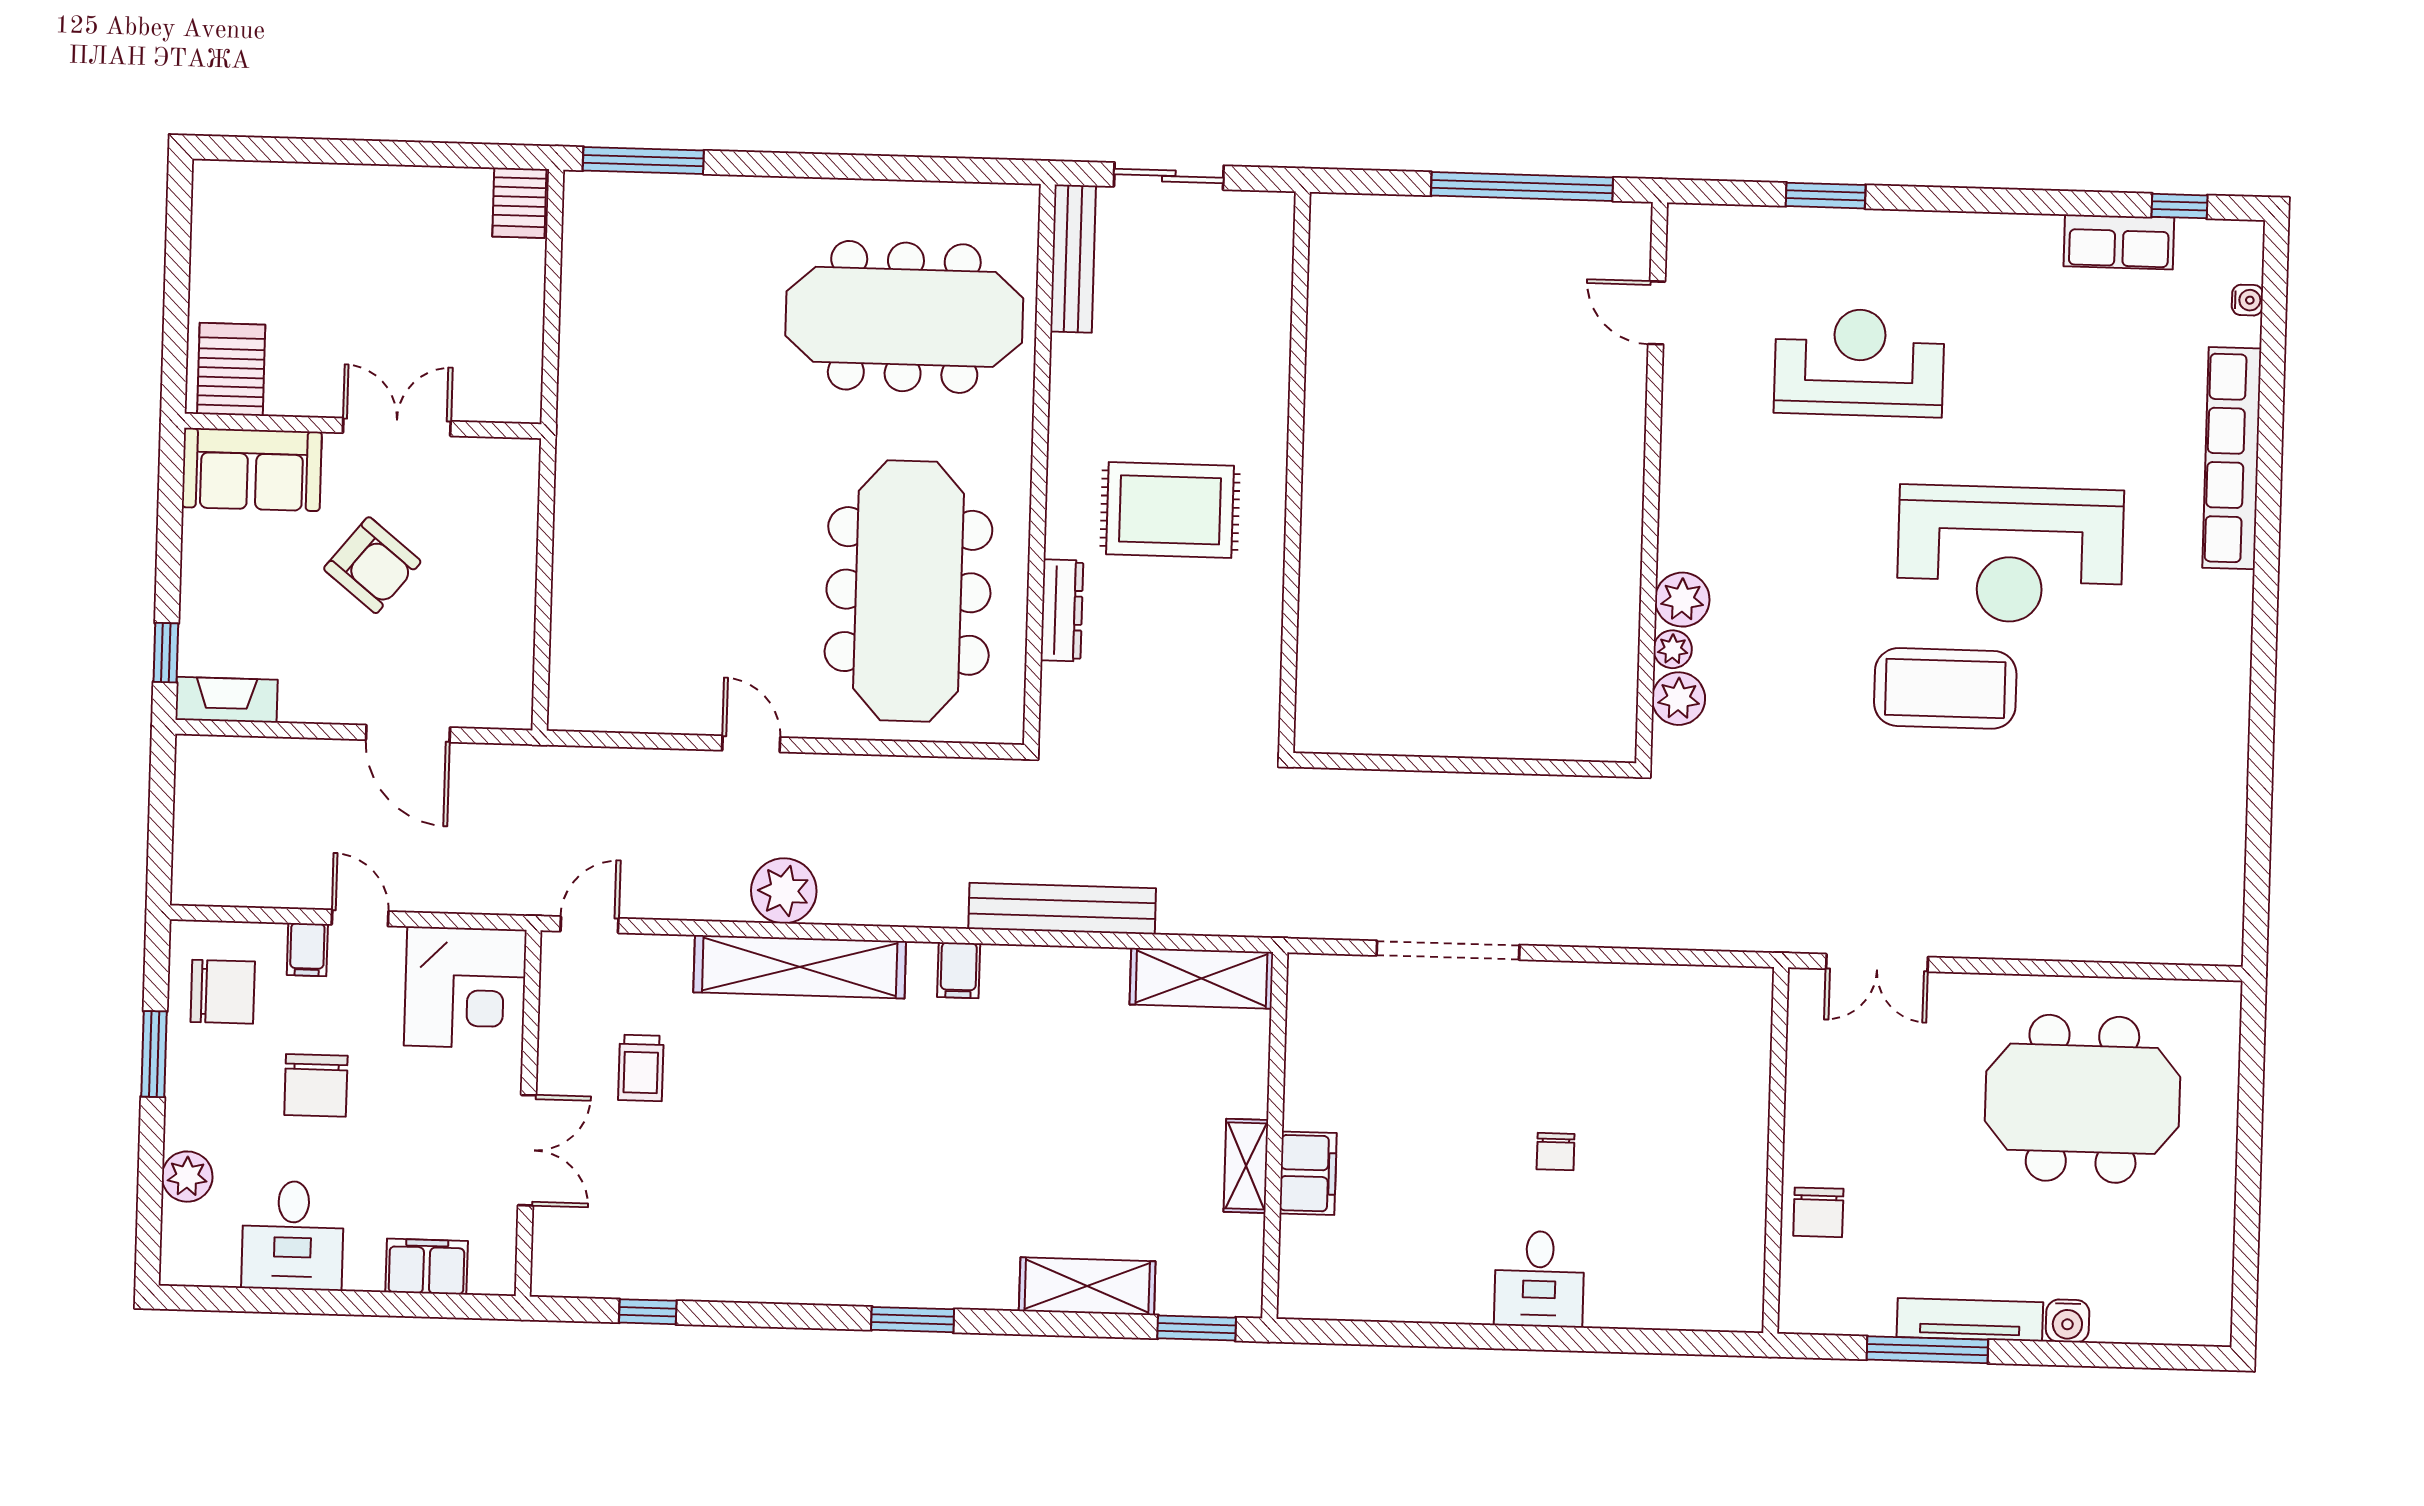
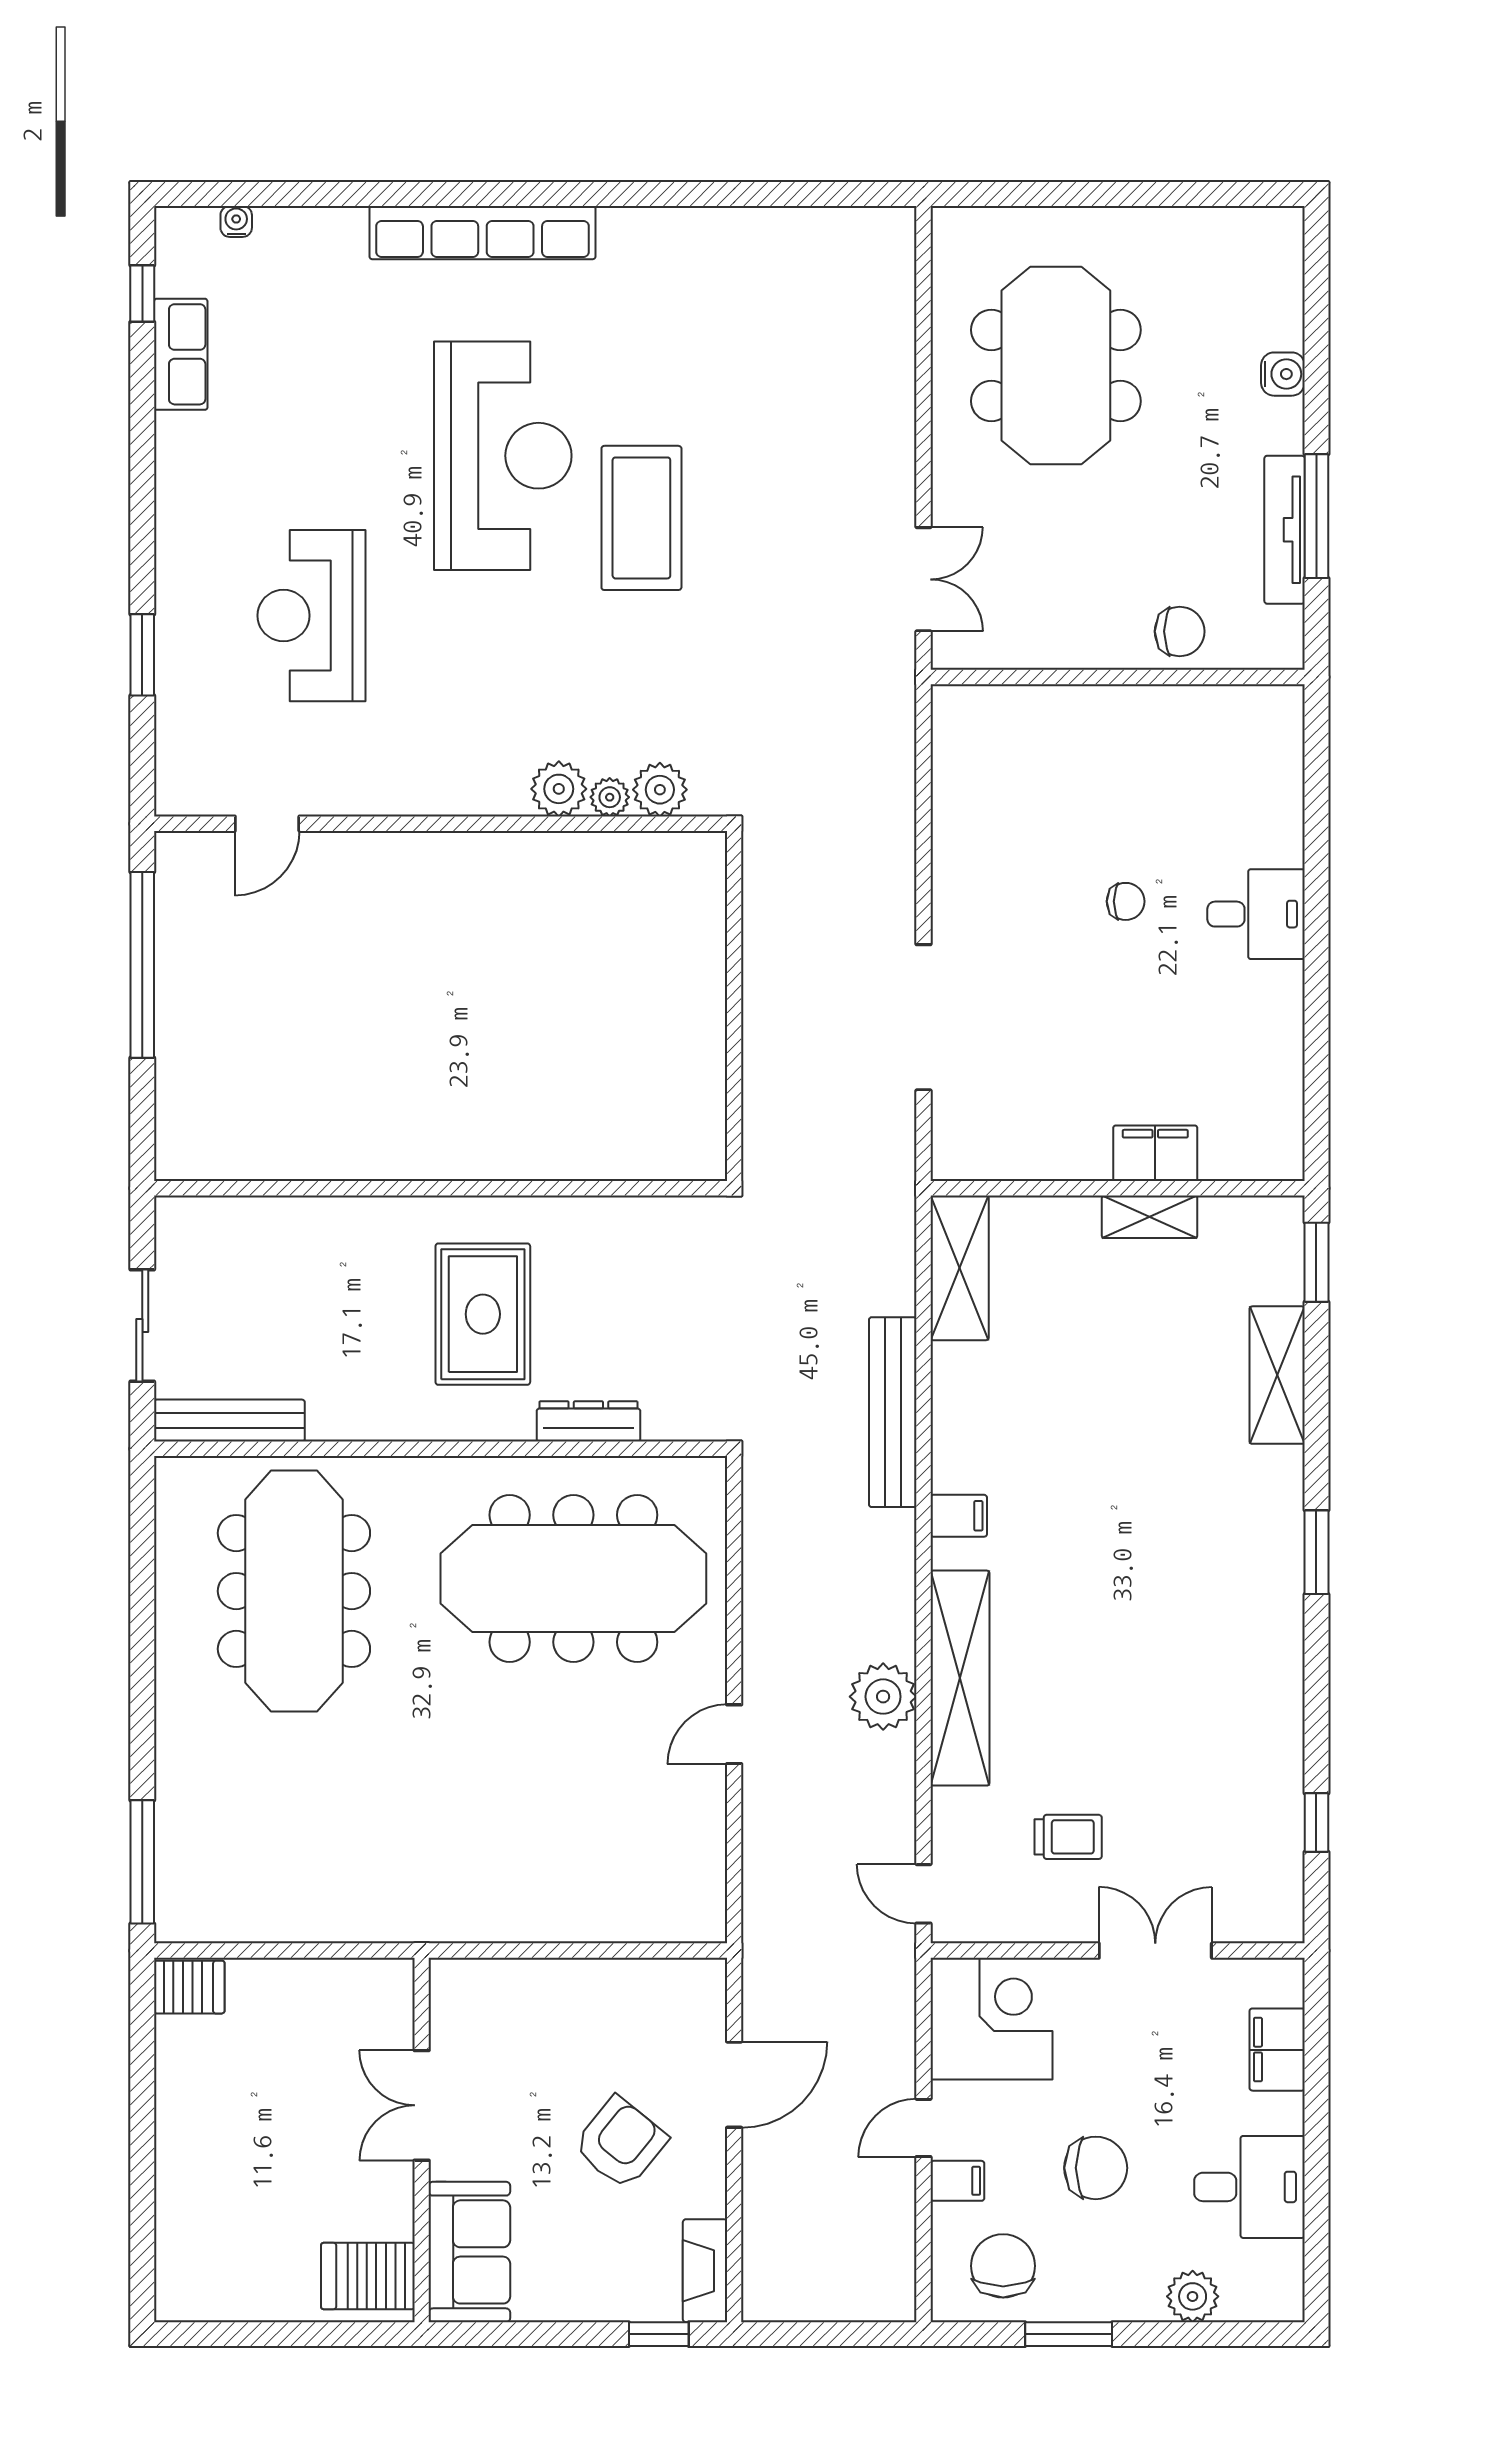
row of seats: (2232, 458) -> (482, 233), moved
armchair: (372, 565) -> (620, 2143), moved
tv unit: (1970, 1320) -> (1285, 530), moved

